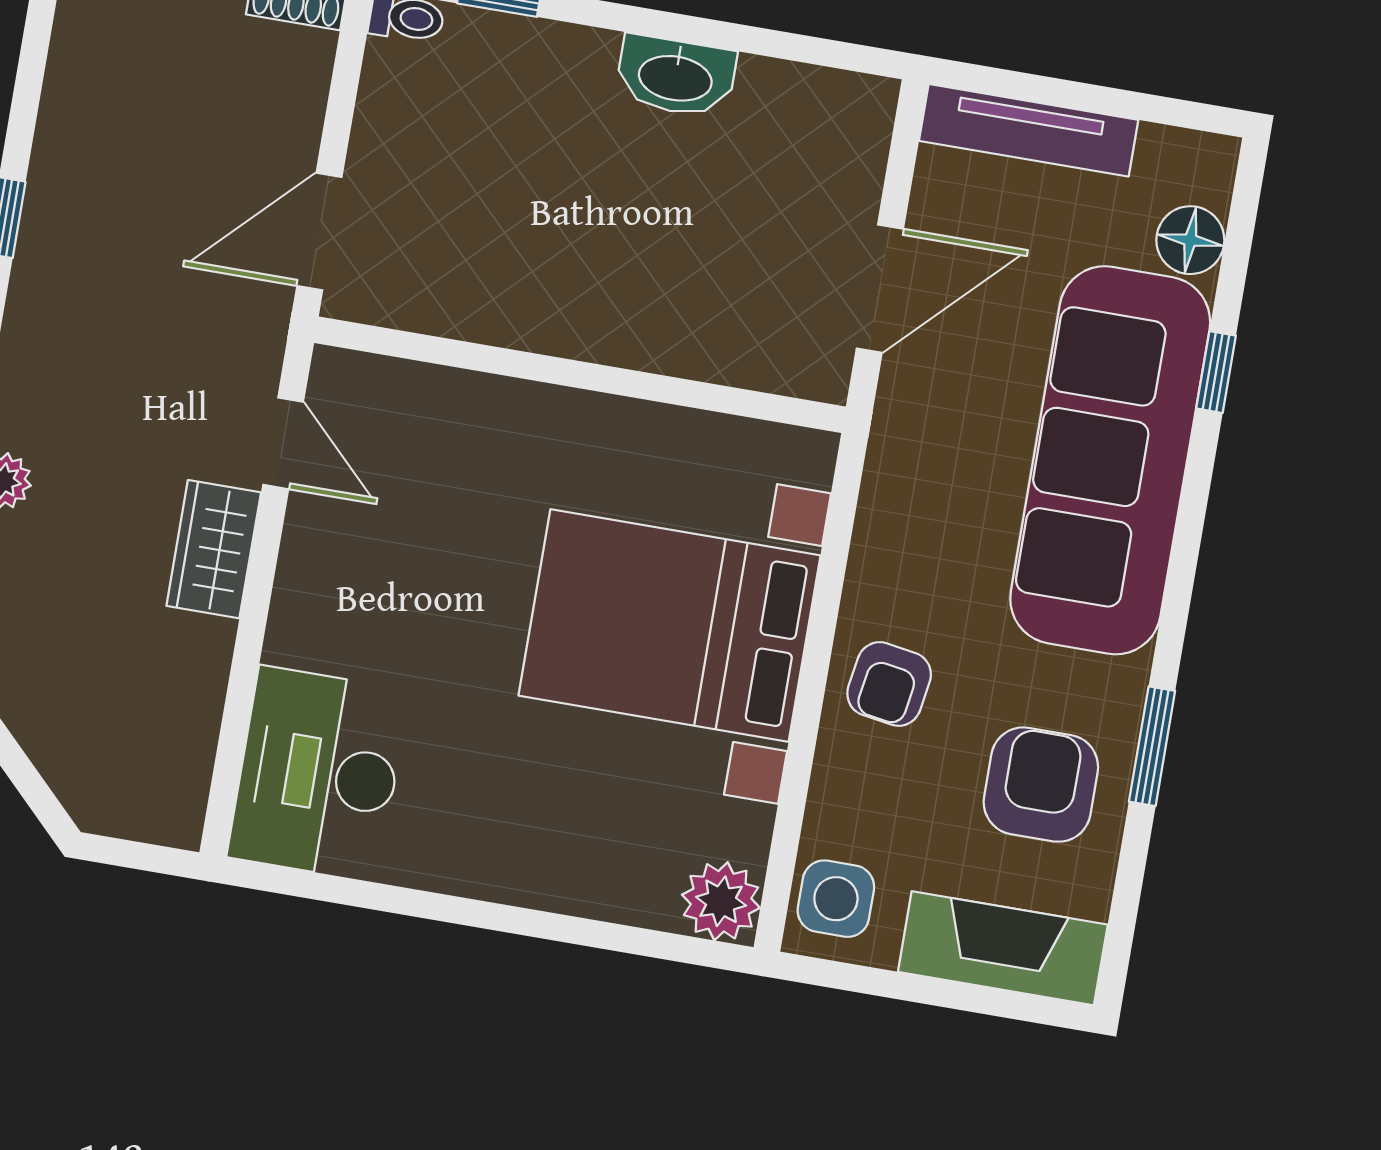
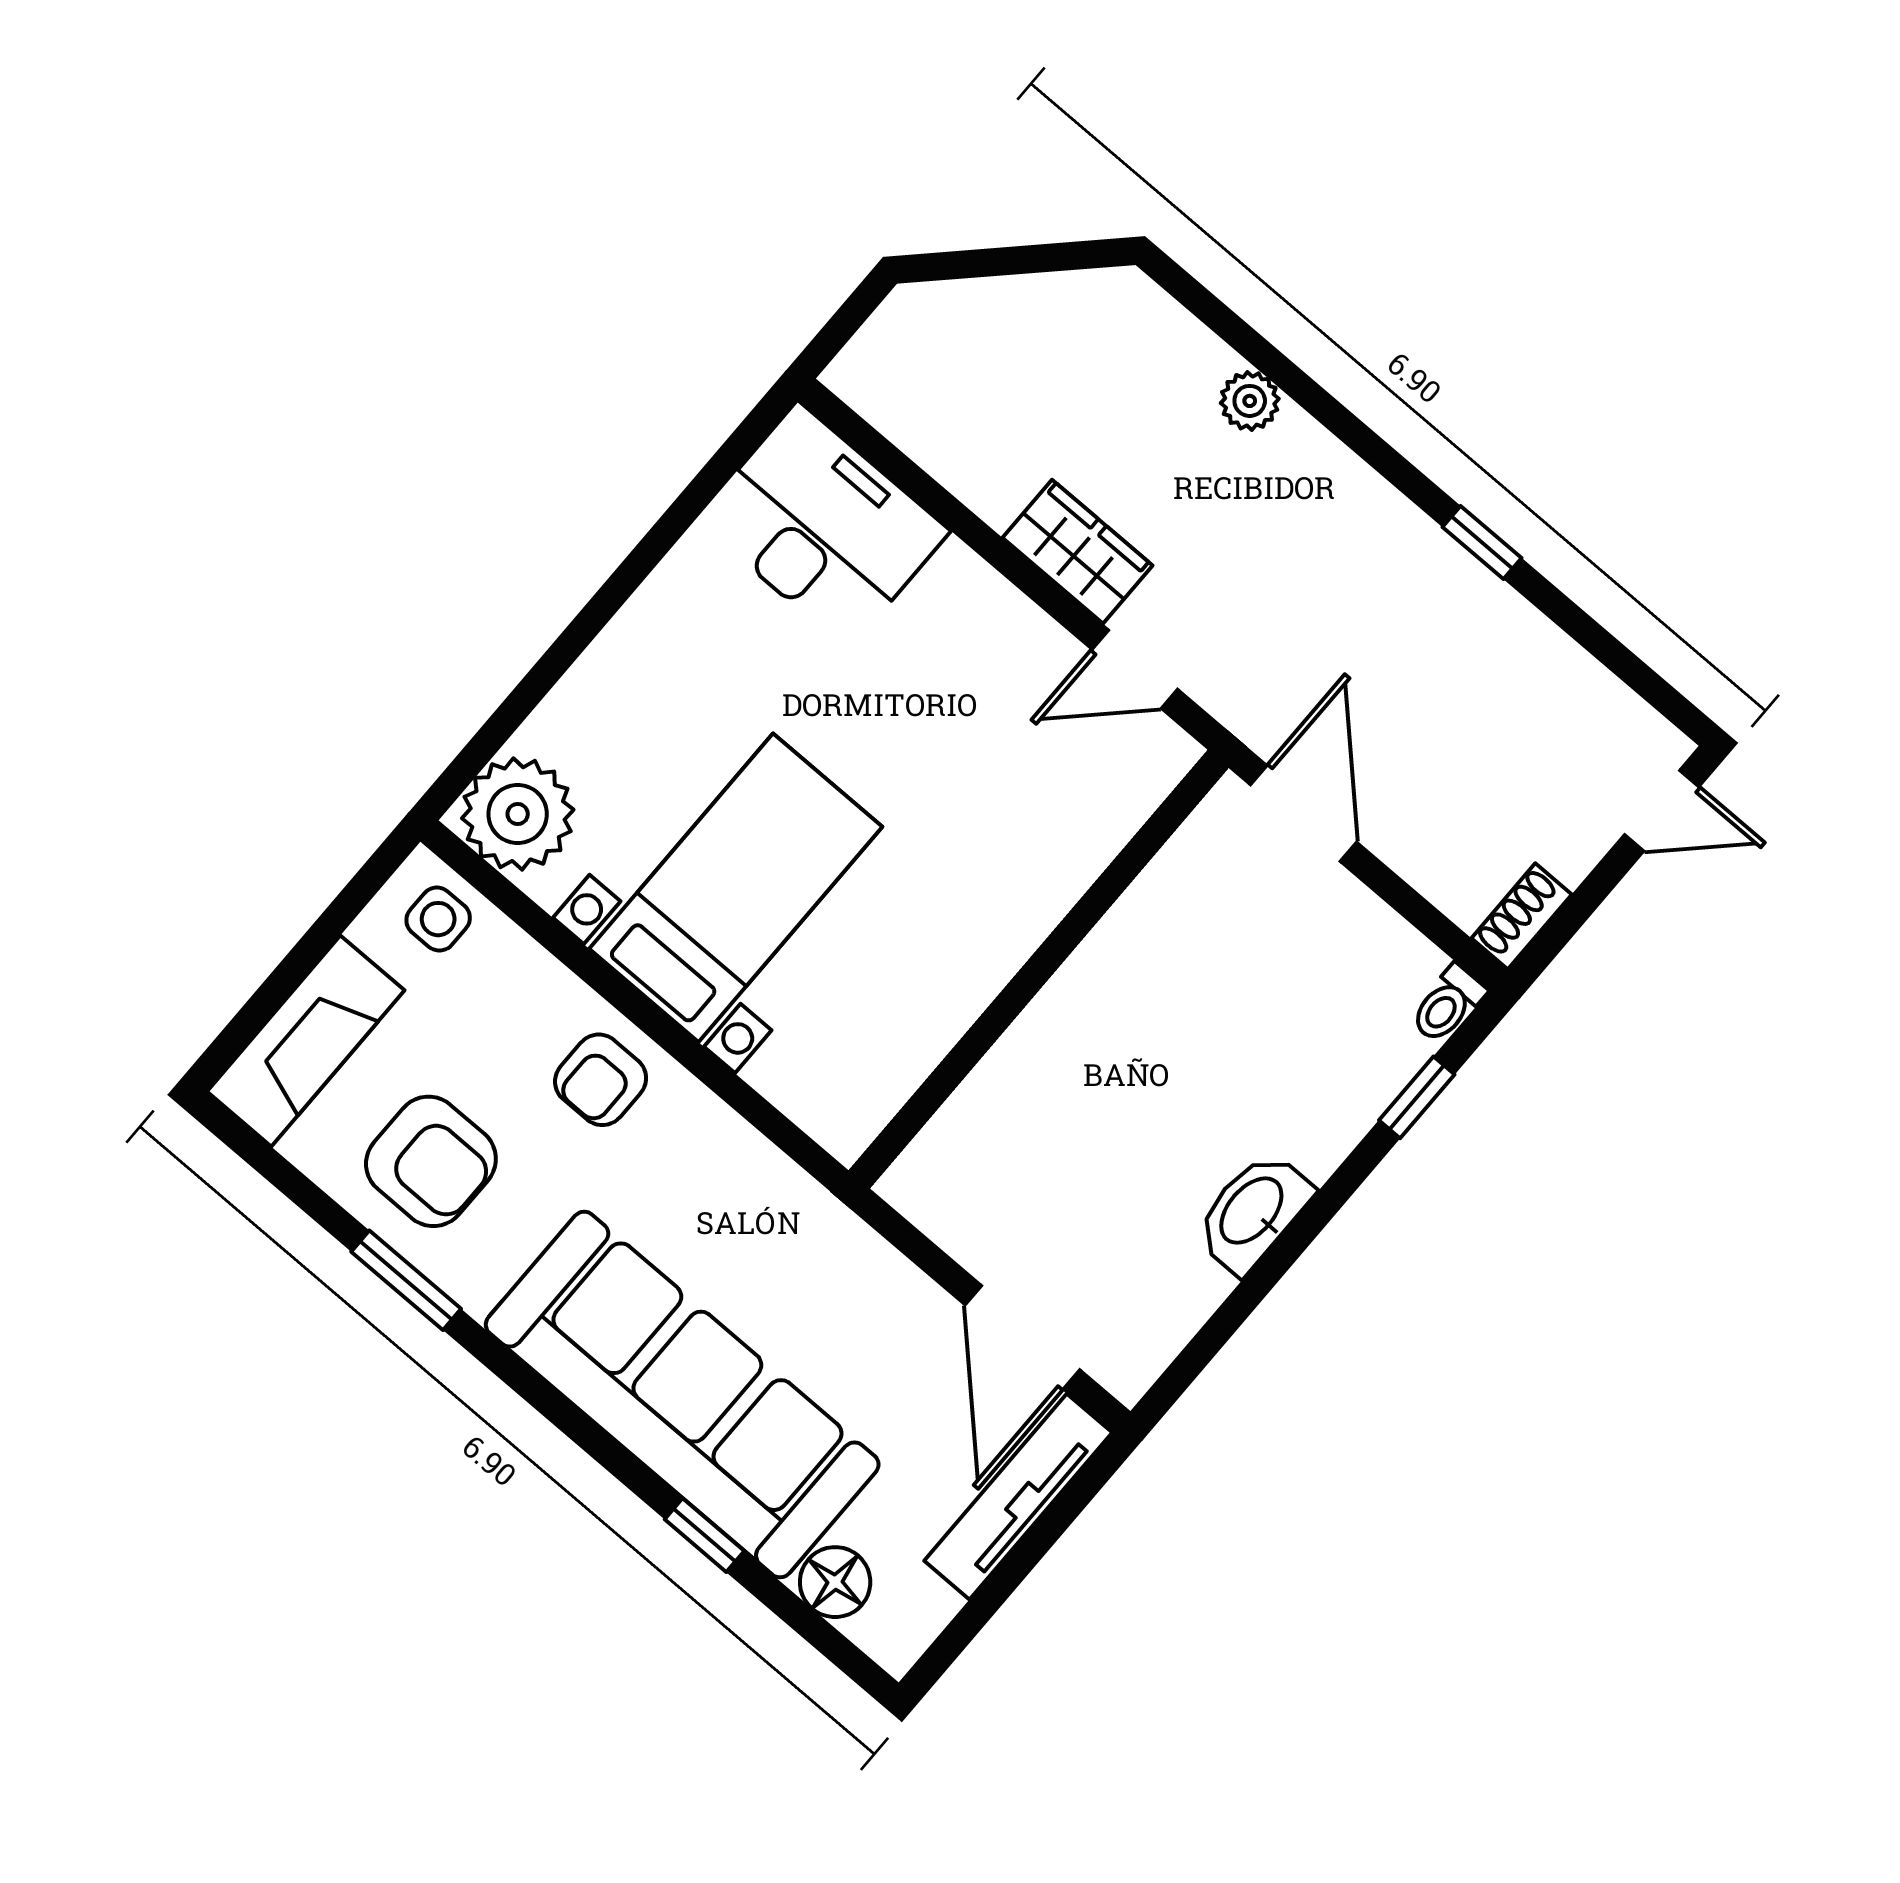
door: (880, 289) -> (1022, 1337), moved
bed with nightstands: (669, 626) -> (736, 888), width x0.73
armchair: (889, 684) -> (601, 1080), turned -99
side table: (836, 899) -> (438, 919), width x0.73, depth x0.73
plant: (721, 901) -> (518, 814), width x1.36, depth x1.36

